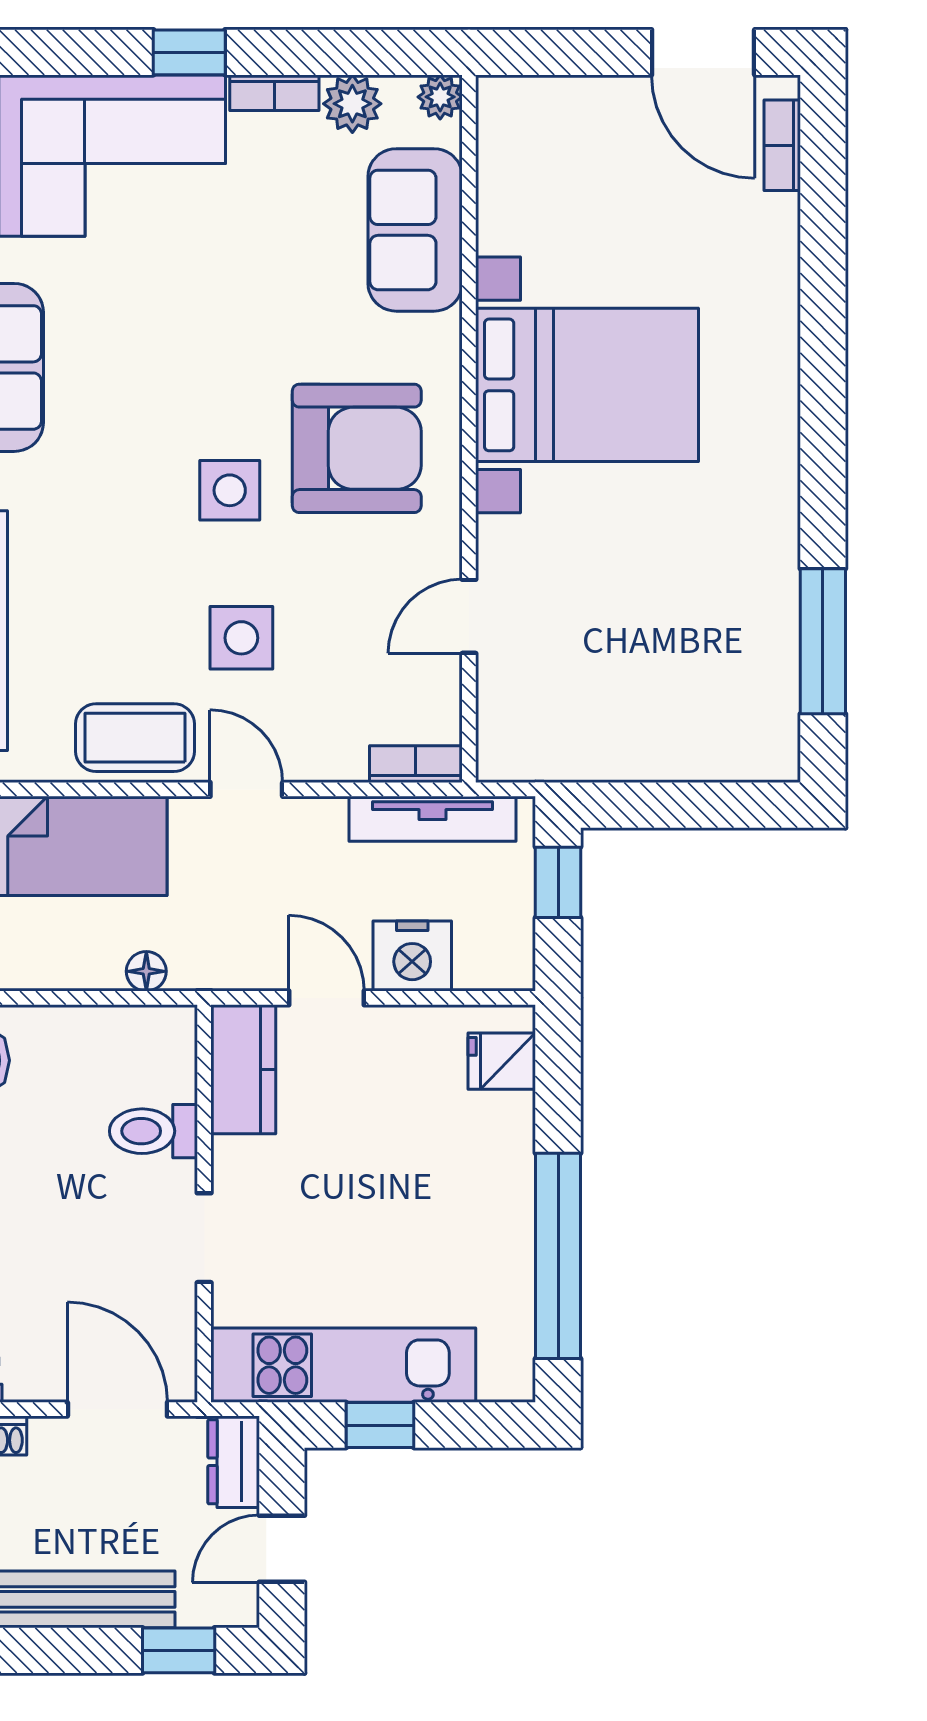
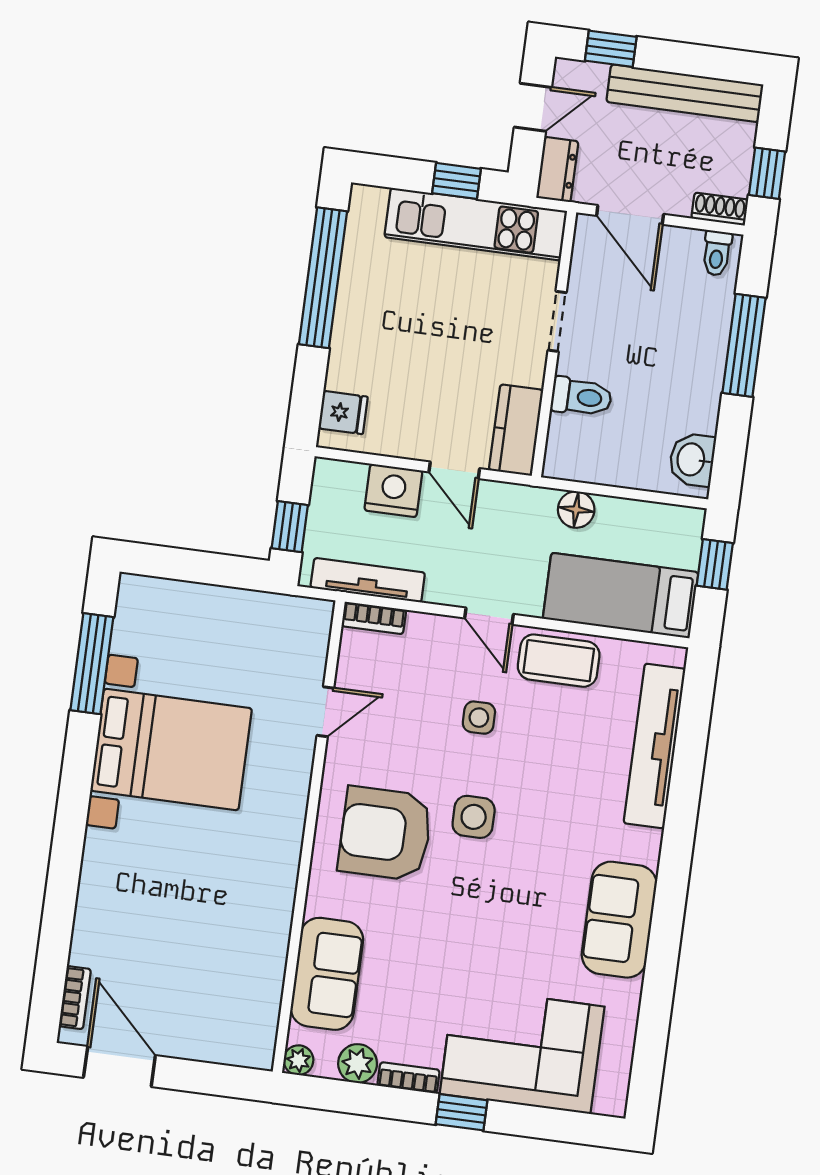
bed with nightstands: (587, 385) -> (171, 749), moved, turned 180
side table: (241, 638) -> (479, 718), width x0.73, depth x0.73
floor lamp: (146, 971) -> (576, 510), width x1.37, depth x1.37

